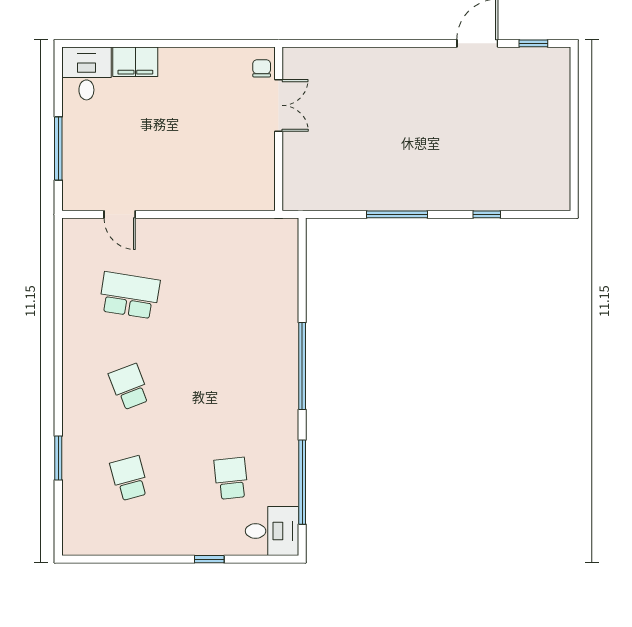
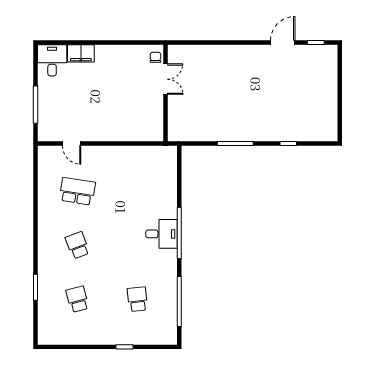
desk: (272, 531) -> (162, 234), moved

